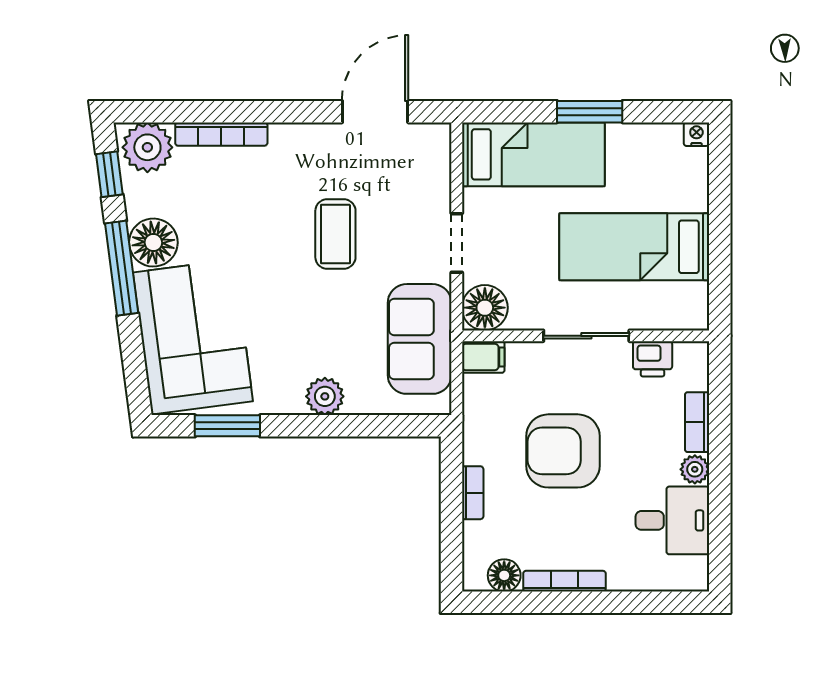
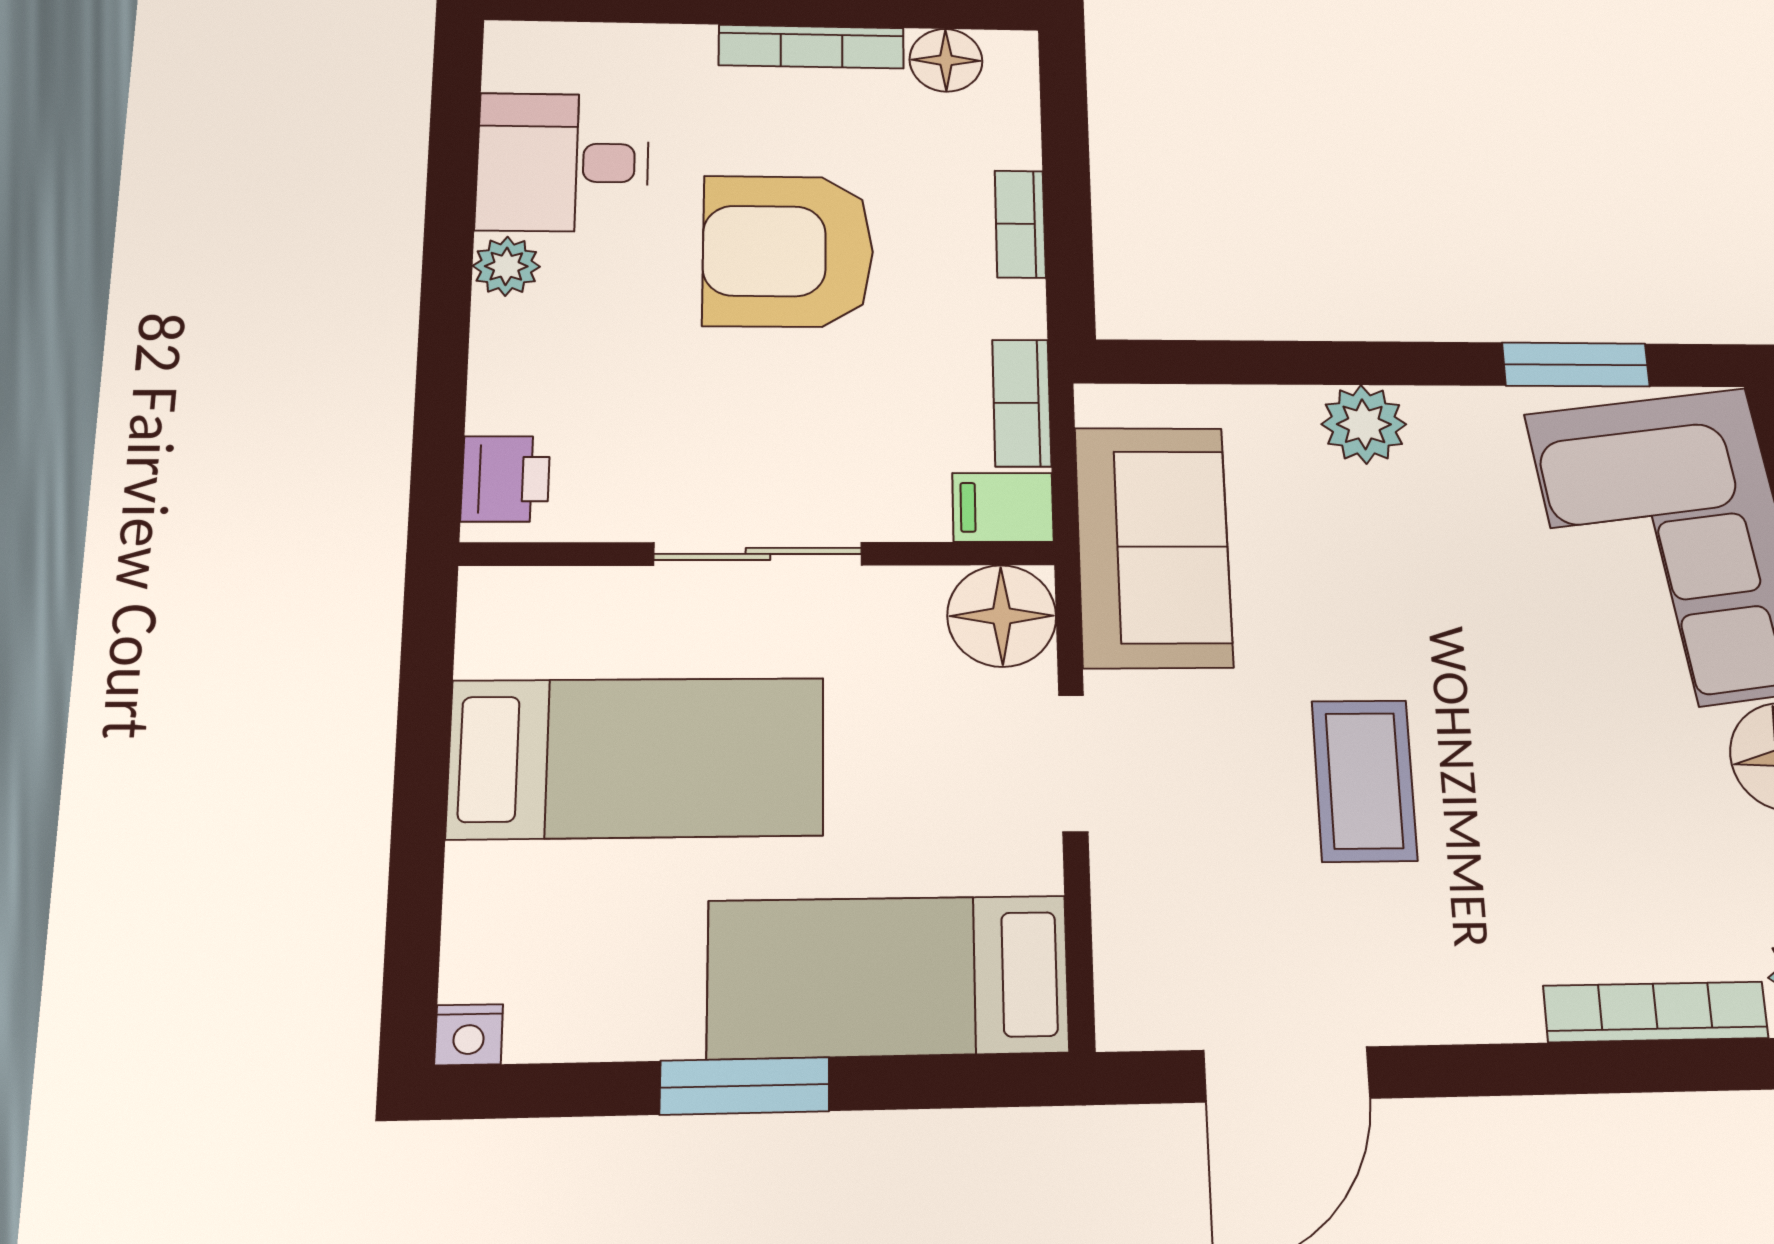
printer: (653, 359) -> (505, 479), moved, turned 90
bookcase: (697, 422) -> (1022, 403), moved, turned 180
armchair: (563, 451) -> (788, 251), moved, turned 180

